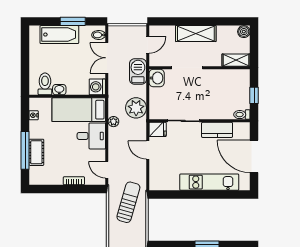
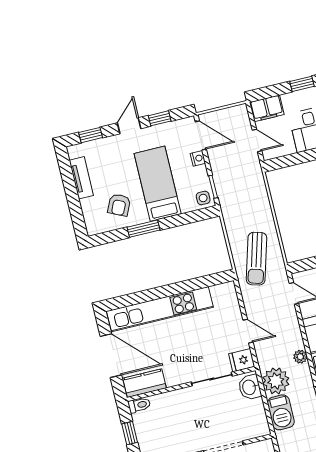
barbecue: (138, 71) -> (281, 412), moved
washbasin: (157, 78) -> (250, 387), moved
kitchen counter: (217, 130) -> (145, 383), moved
kitchen unit: (209, 182) -> (160, 309), width x1.36

